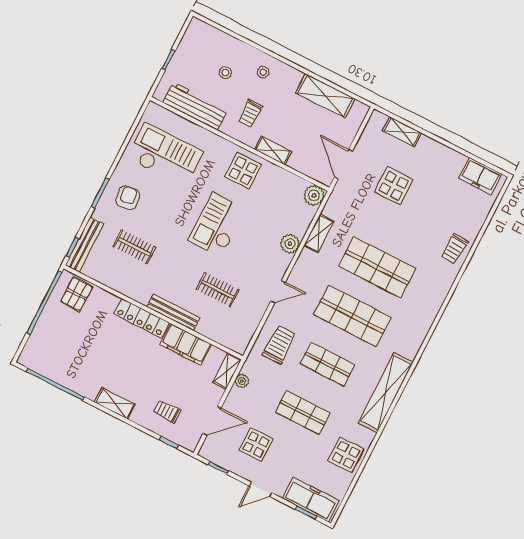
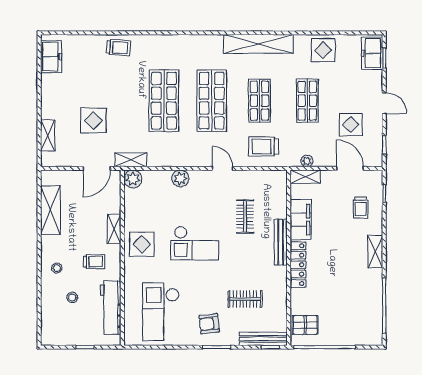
shelving: (319, 233) -> (131, 160), moved
clothes rail: (134, 247) -> (245, 299), turned 90
freezer: (311, 499) -> (372, 53), width x0.71

